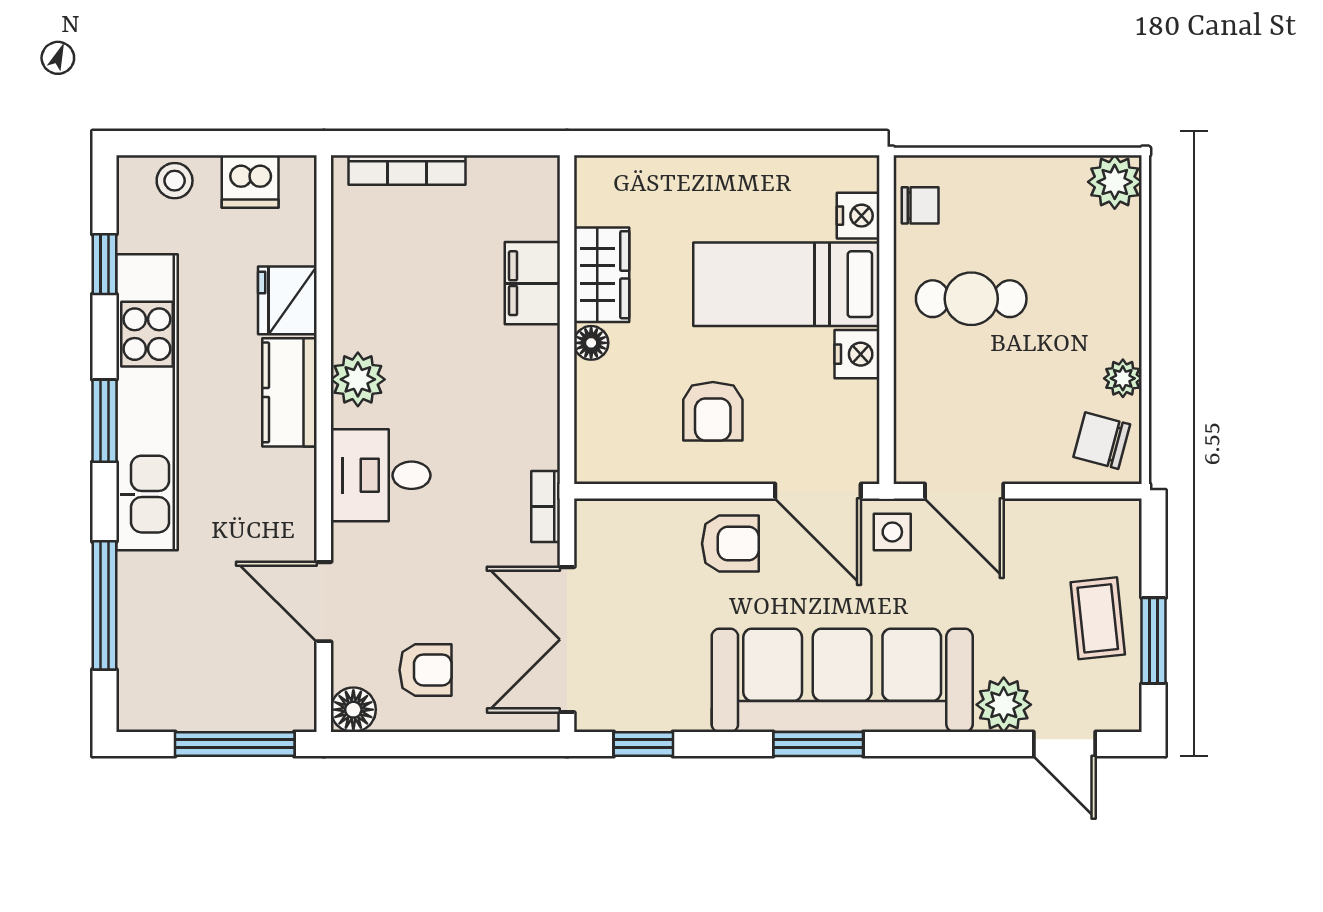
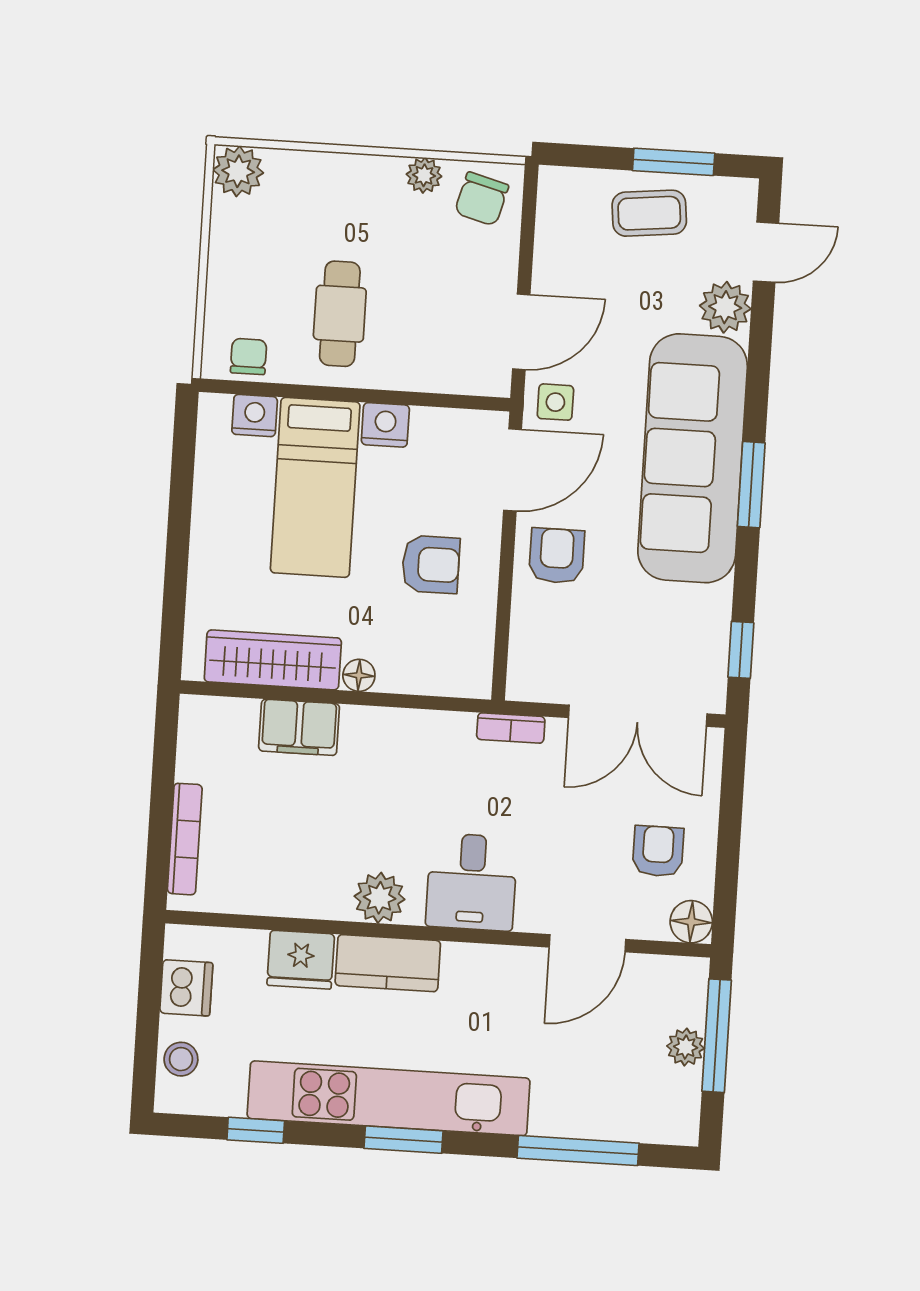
wardrobe: (602, 275) -> (273, 660), width x1.50
plant: (221, 712) -> (686, 1047), added

